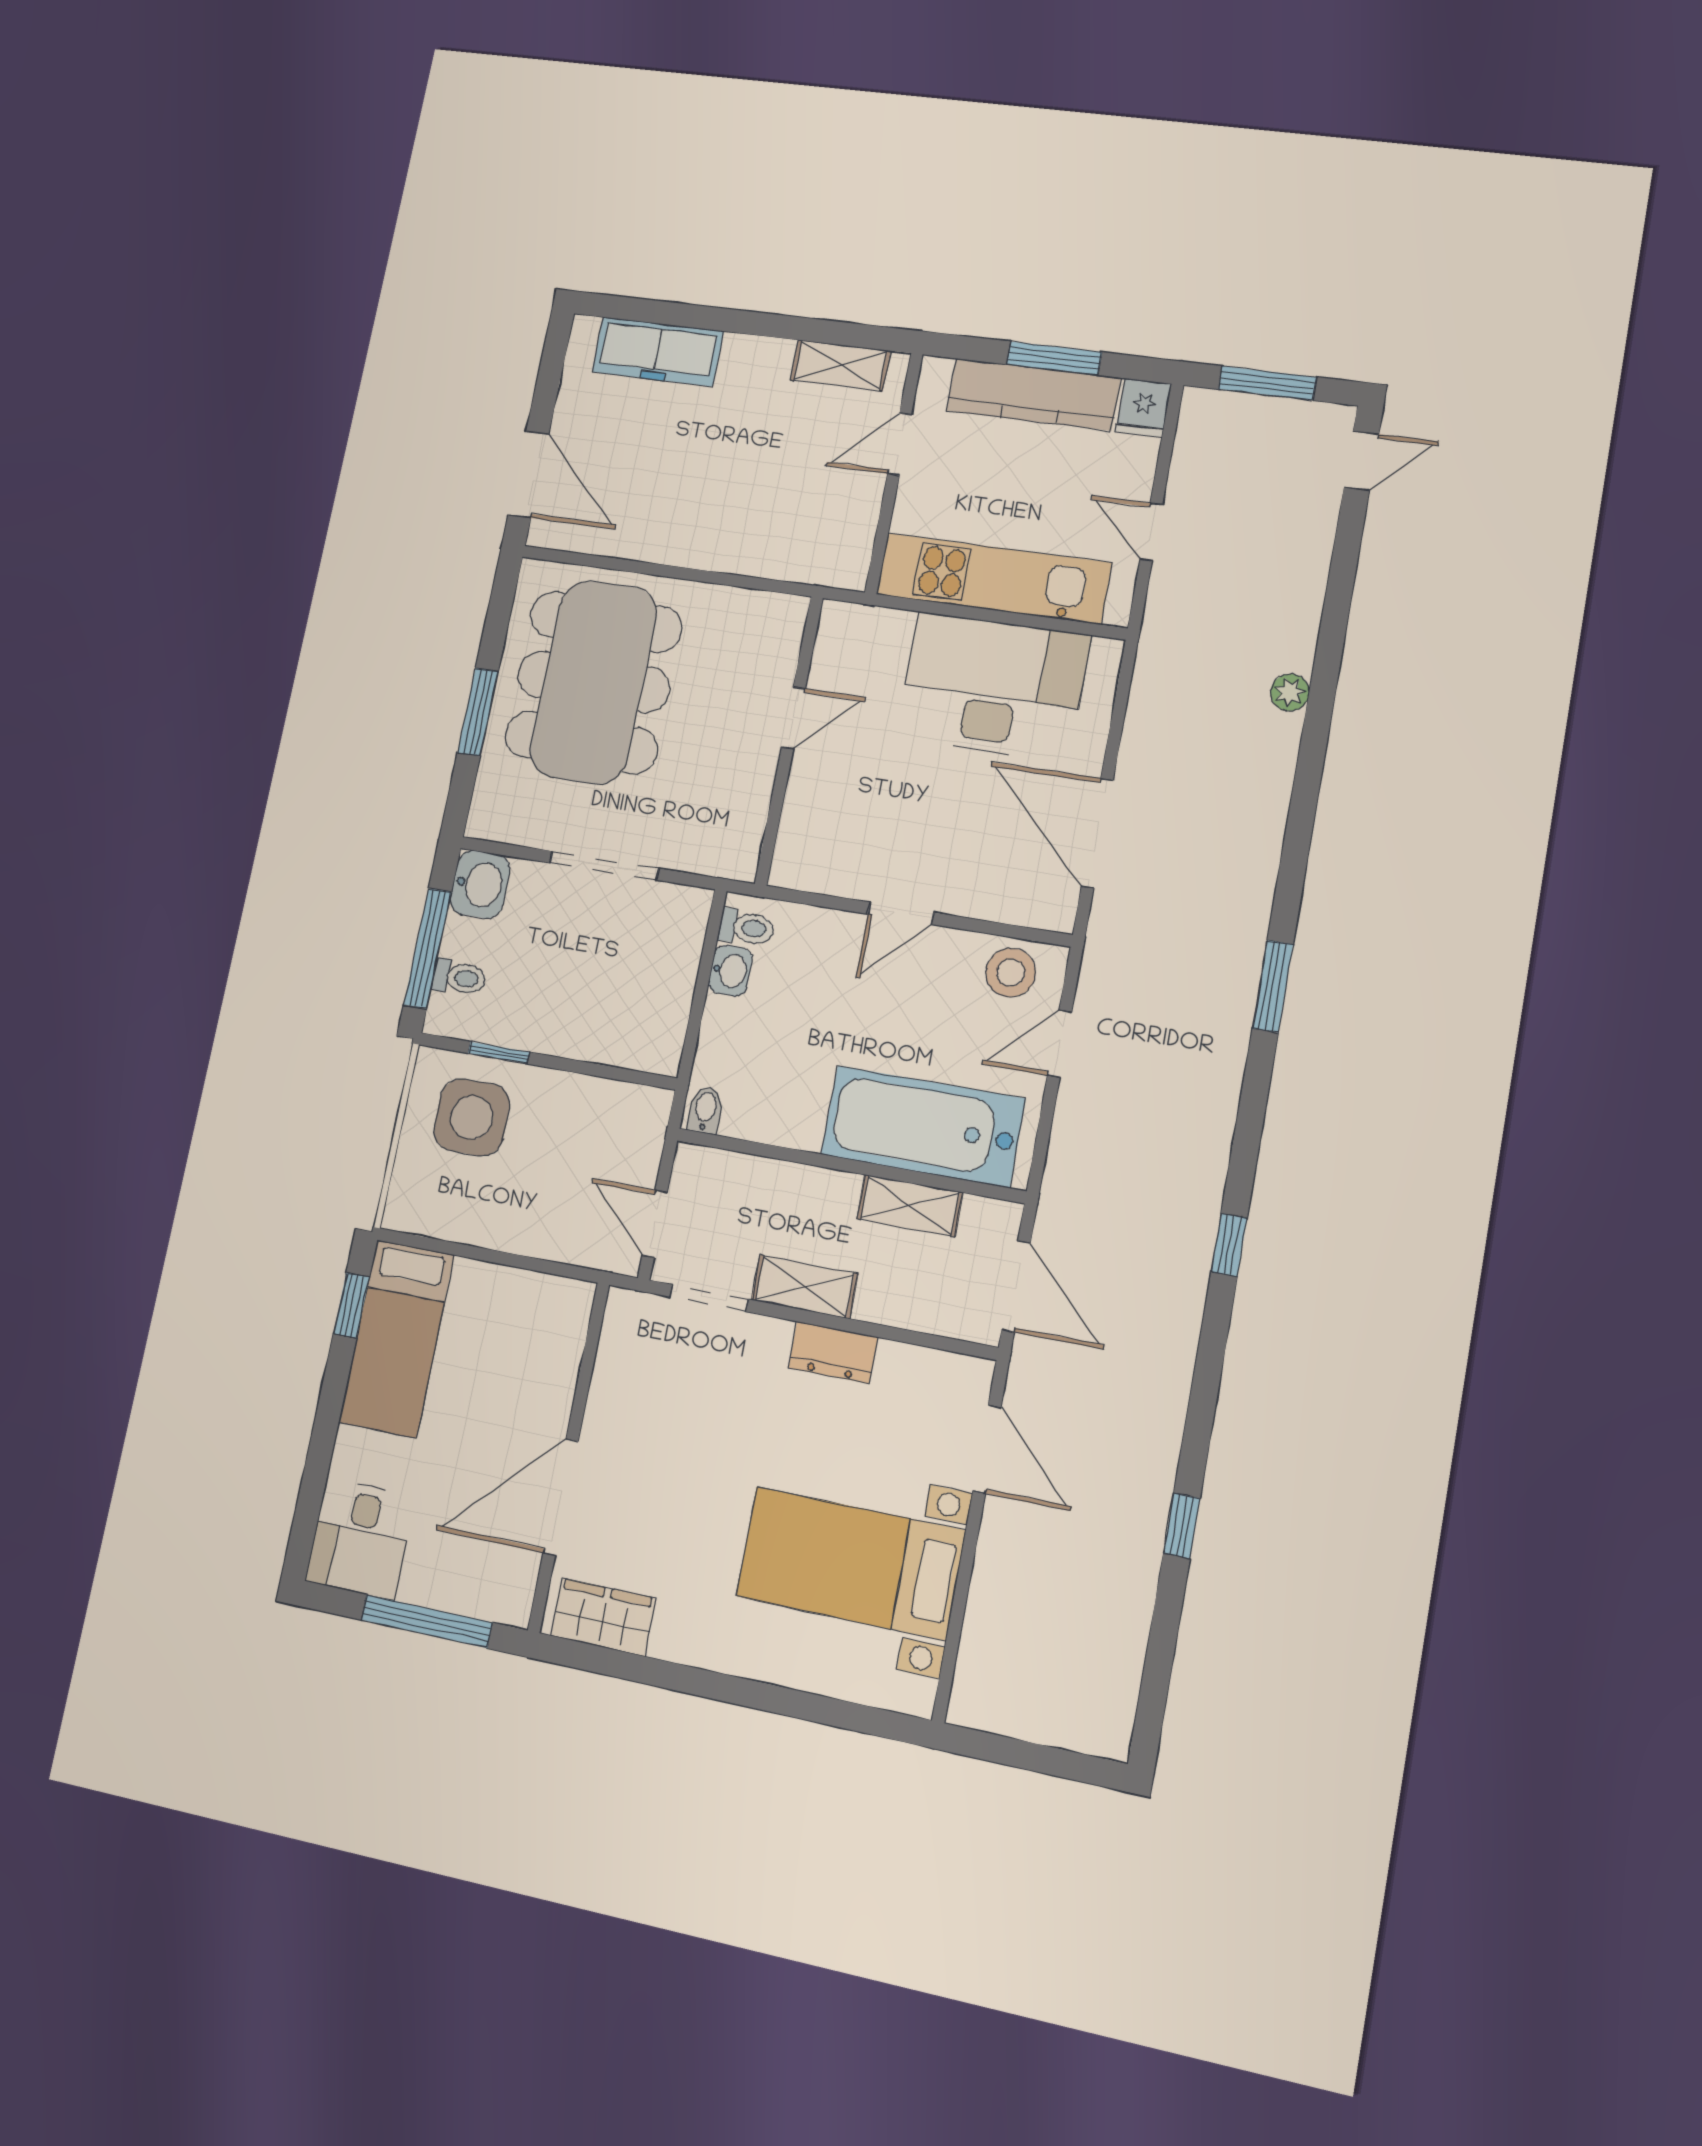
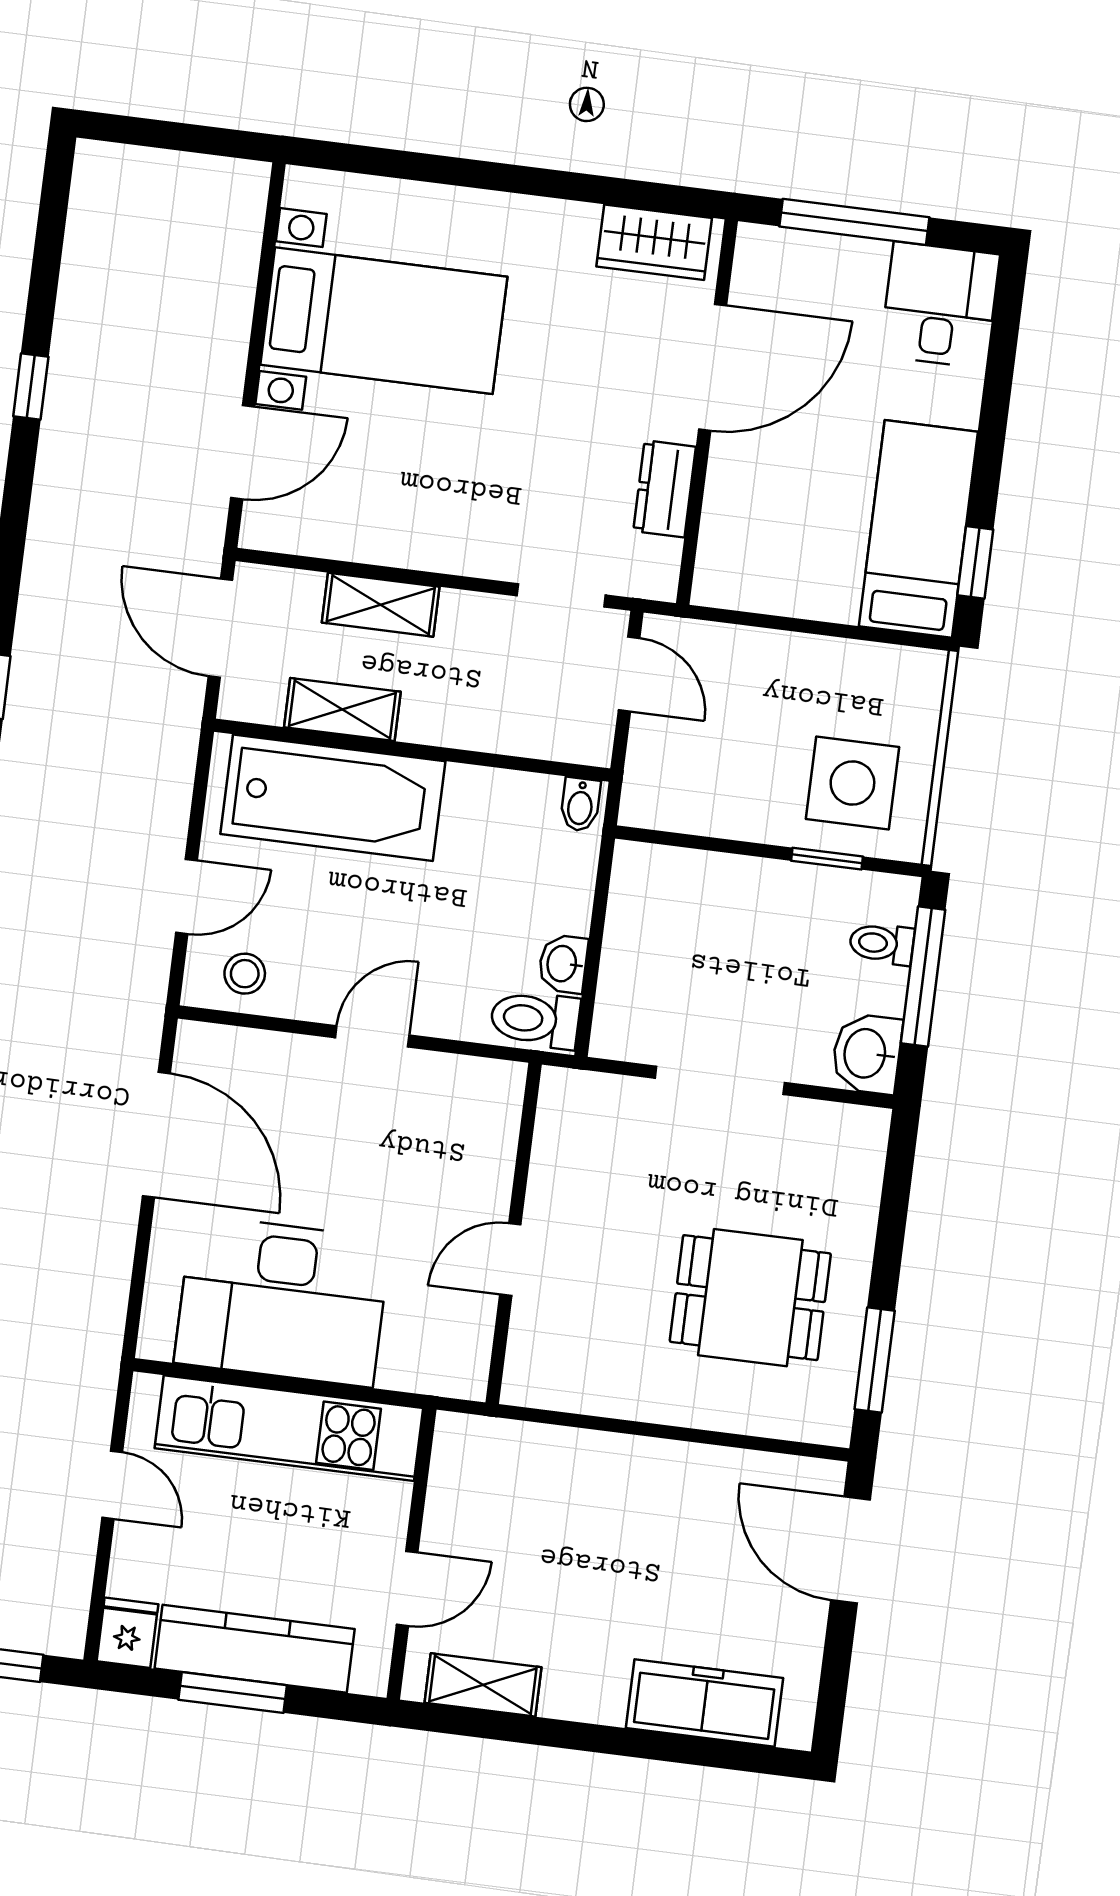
dining table: (594, 682) -> (750, 1298), width x0.53, depth x0.80
window: (478, 712) -> (875, 1360), moved
toilet: (746, 928) -> (535, 1019), width x1.37, depth x1.39
stool: (1011, 973) -> (245, 974), width x0.73, depth x0.73
shelving: (805, 1287) -> (381, 605), moved
dresser: (833, 1352) -> (665, 489), moved, turned -90
door: (987, 1449) -> (243, 452), swing flipped

